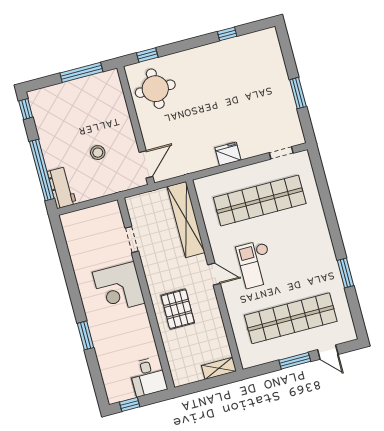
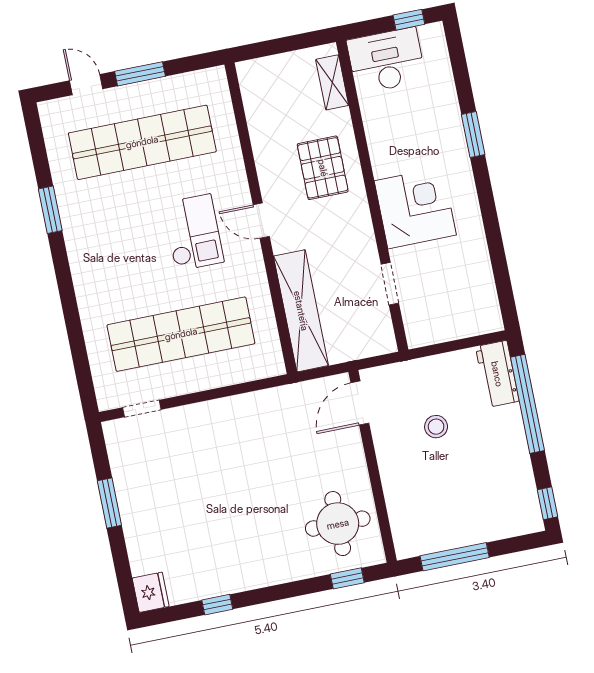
fridge: (228, 154) -> (151, 592), moved, turned -90
shelving: (219, 368) -> (332, 82), moved, turned 90
desk: (148, 377) -> (386, 60), width x1.37

